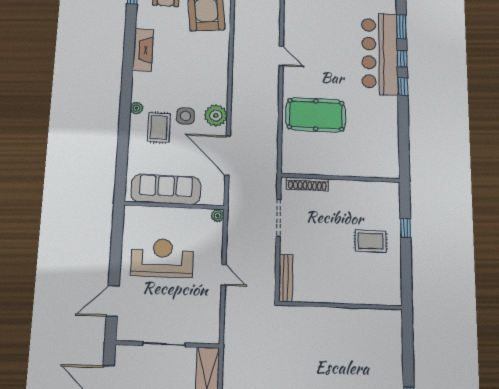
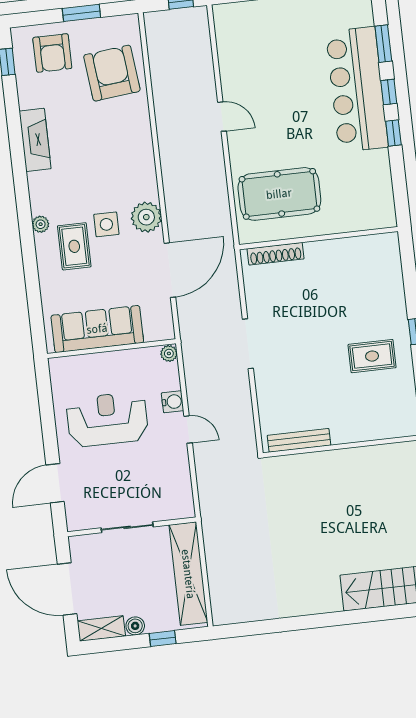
door: (228, 155) -> (170, 270), swing flipped
wall: (341, 178) -> (318, 238), moved
shoe rack: (307, 184) -> (276, 254), moved
water cooler: (215, 252) -> (173, 402), added
bench: (286, 278) -> (299, 440), moved, turned 90

